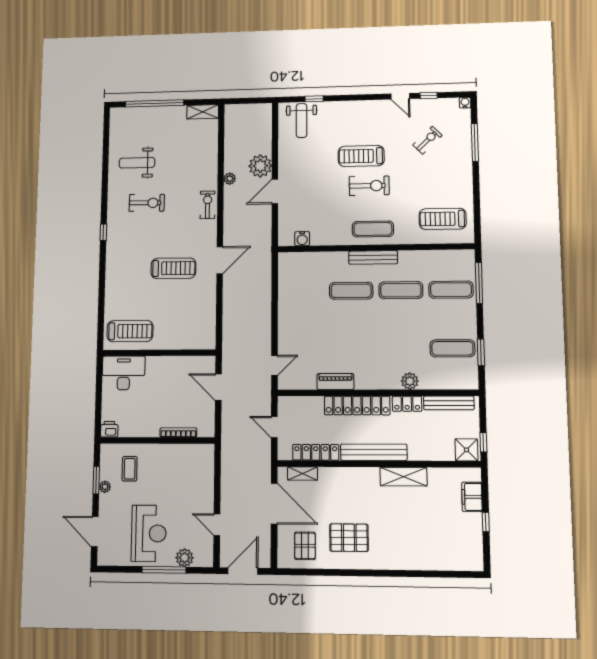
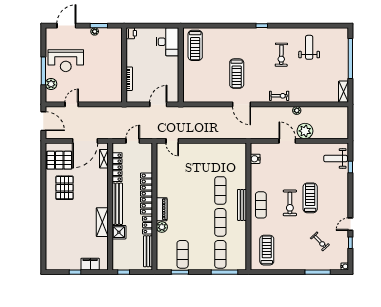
piano: (335, 382) -> (162, 209), moved
shower: (466, 450) -> (119, 232), moved
coffee table: (130, 469) -> (106, 47), removed
pallet: (305, 546) -> (59, 160), width x1.50, depth x1.42

